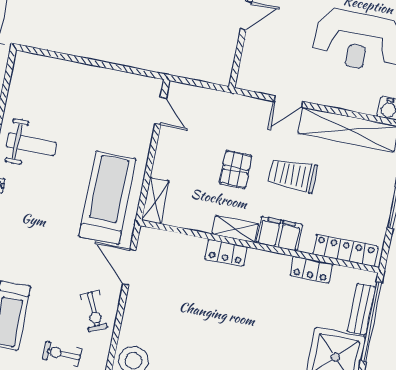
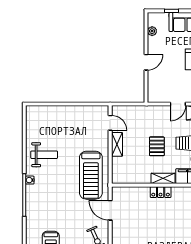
treadmill: (107, 198) -> (91, 175), turned 180
shelving: (155, 201) -> (117, 144), moved

